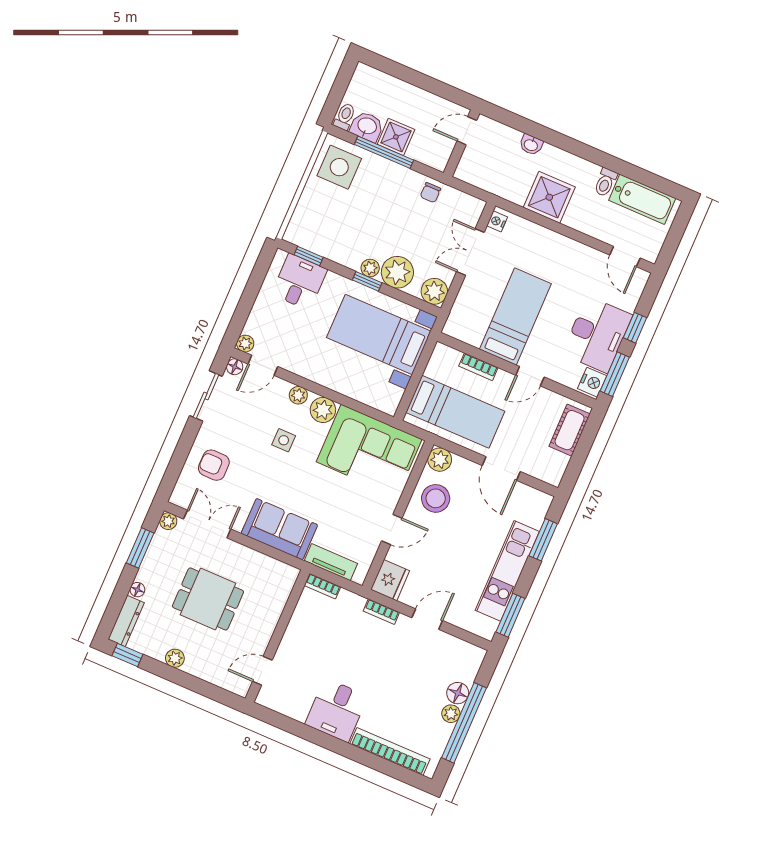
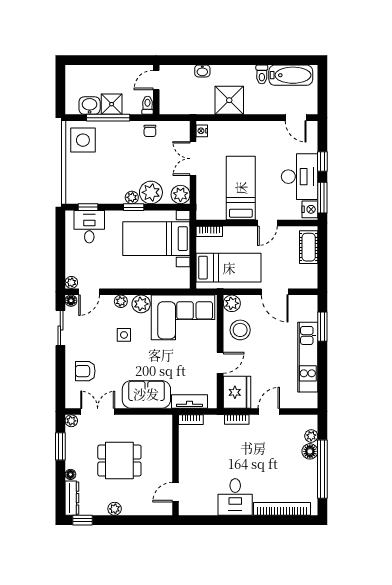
toilet: (345, 117) -> (148, 105), moved
bookcase: (478, 367) -> (209, 231), moved
fridge: (390, 580) -> (237, 392), width x1.36, depth x1.34
window: (510, 615) -> (322, 385), removed
plant: (451, 714) -> (311, 436), moved

